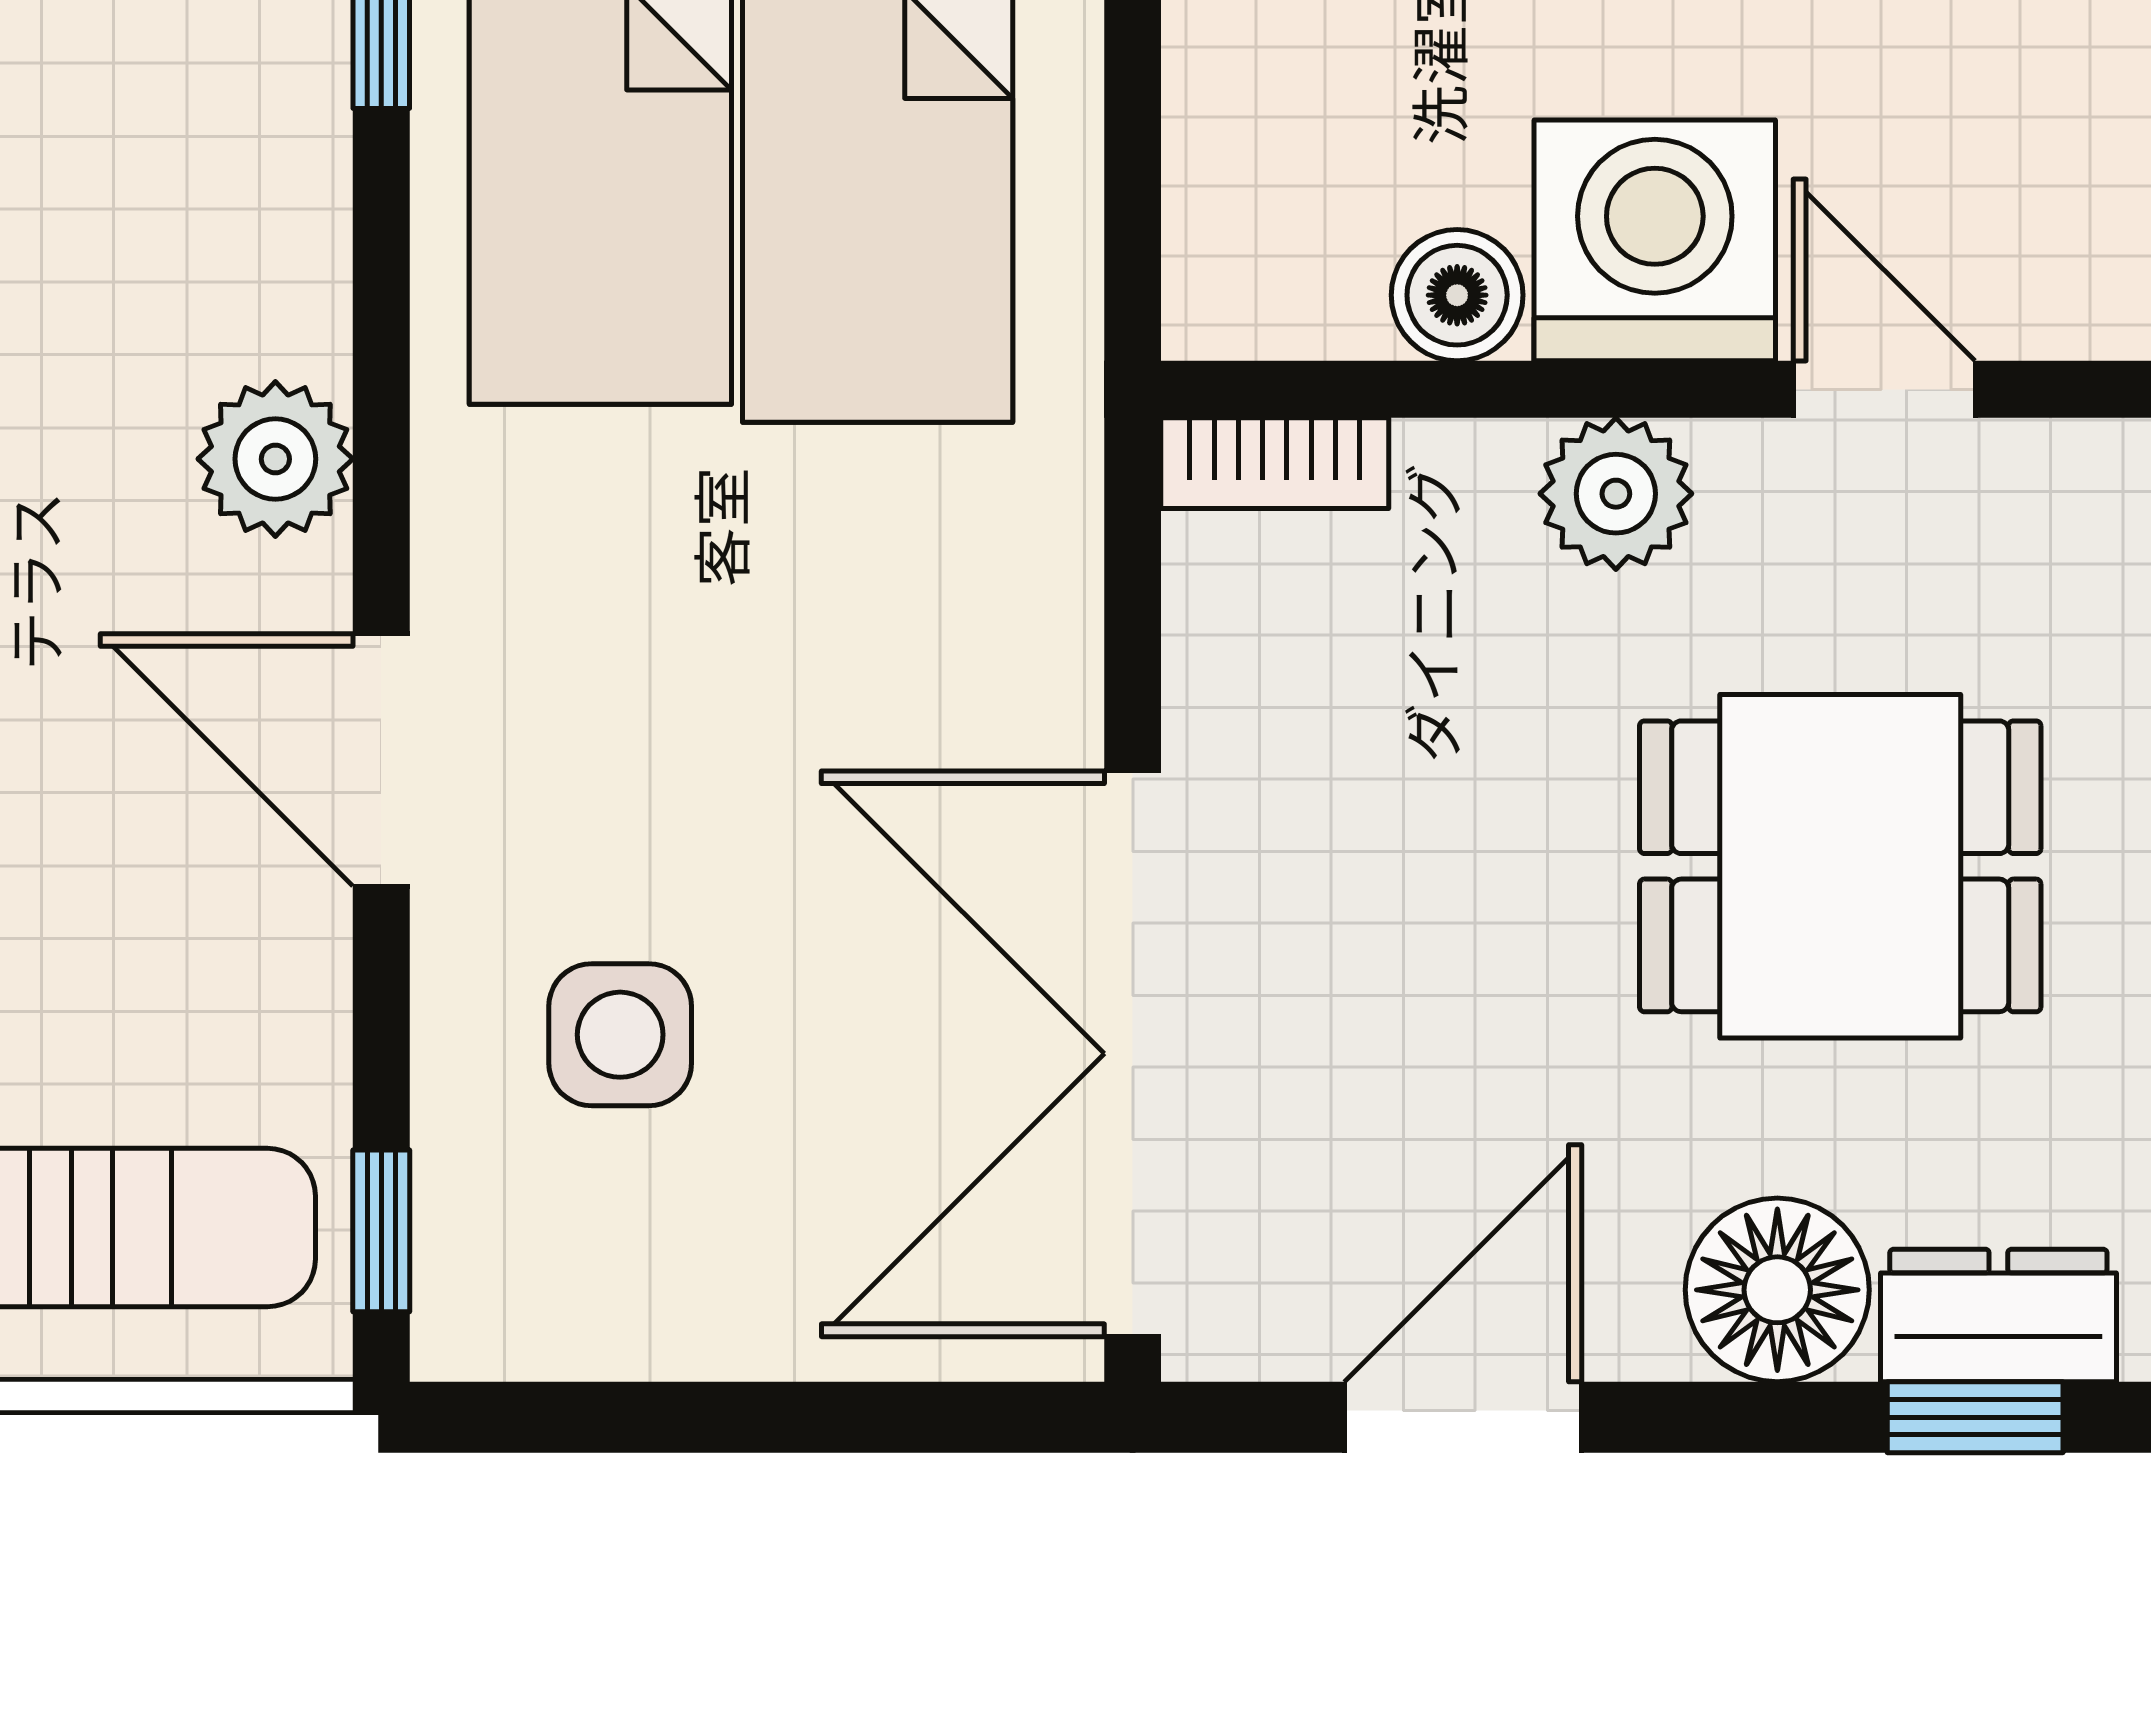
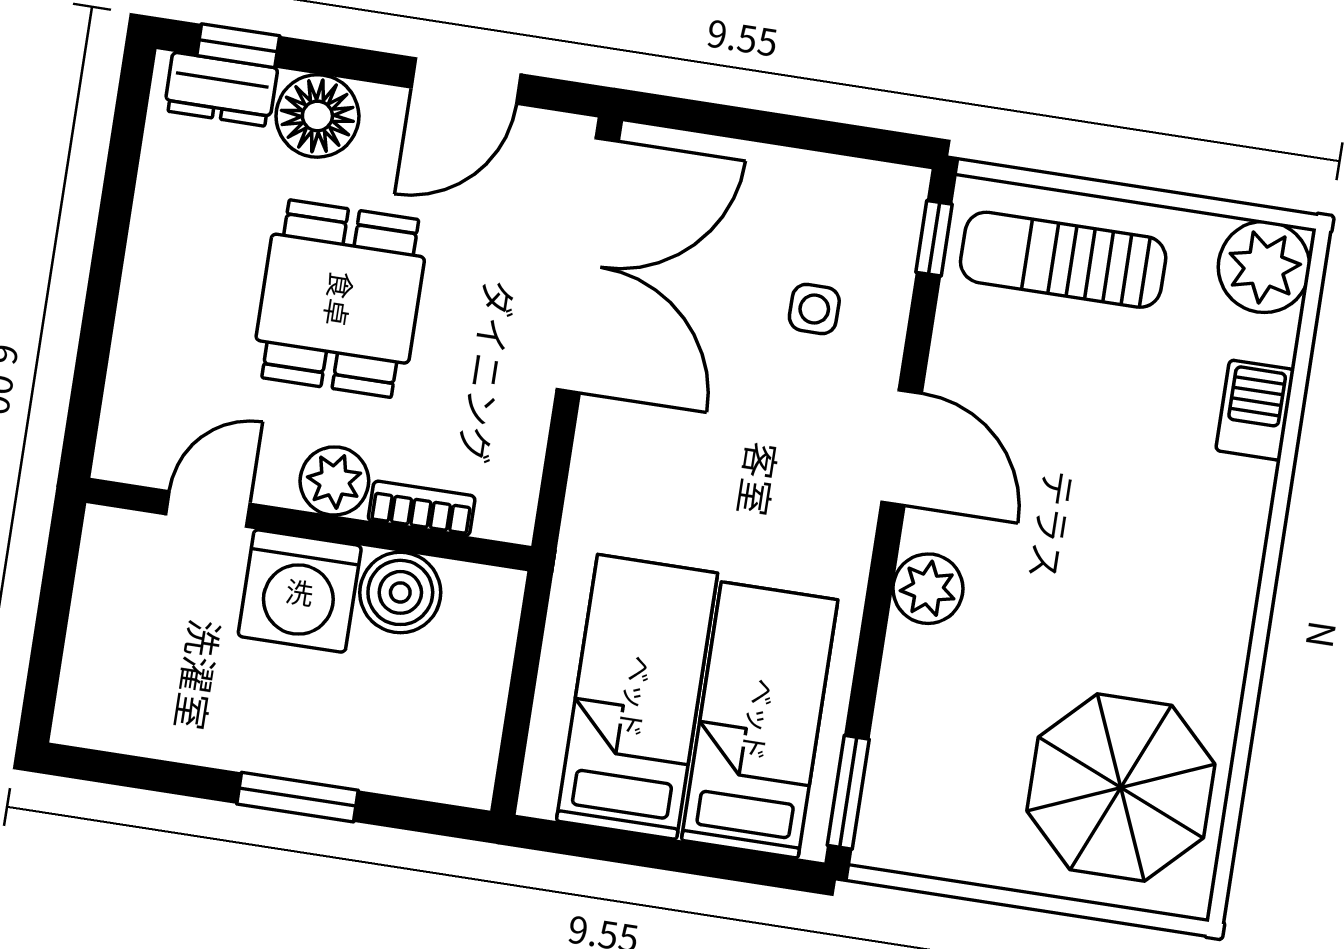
boiler: (1457, 295) -> (400, 592), width x1.36, depth x1.36
door: (1884, 389) -> (208, 509), swing flipped
bookcase: (1275, 463) -> (422, 508), moved
dining table: (1840, 866) -> (340, 299), moved, turned 90
side table: (620, 1035) -> (814, 309), width x0.73, depth x0.73

